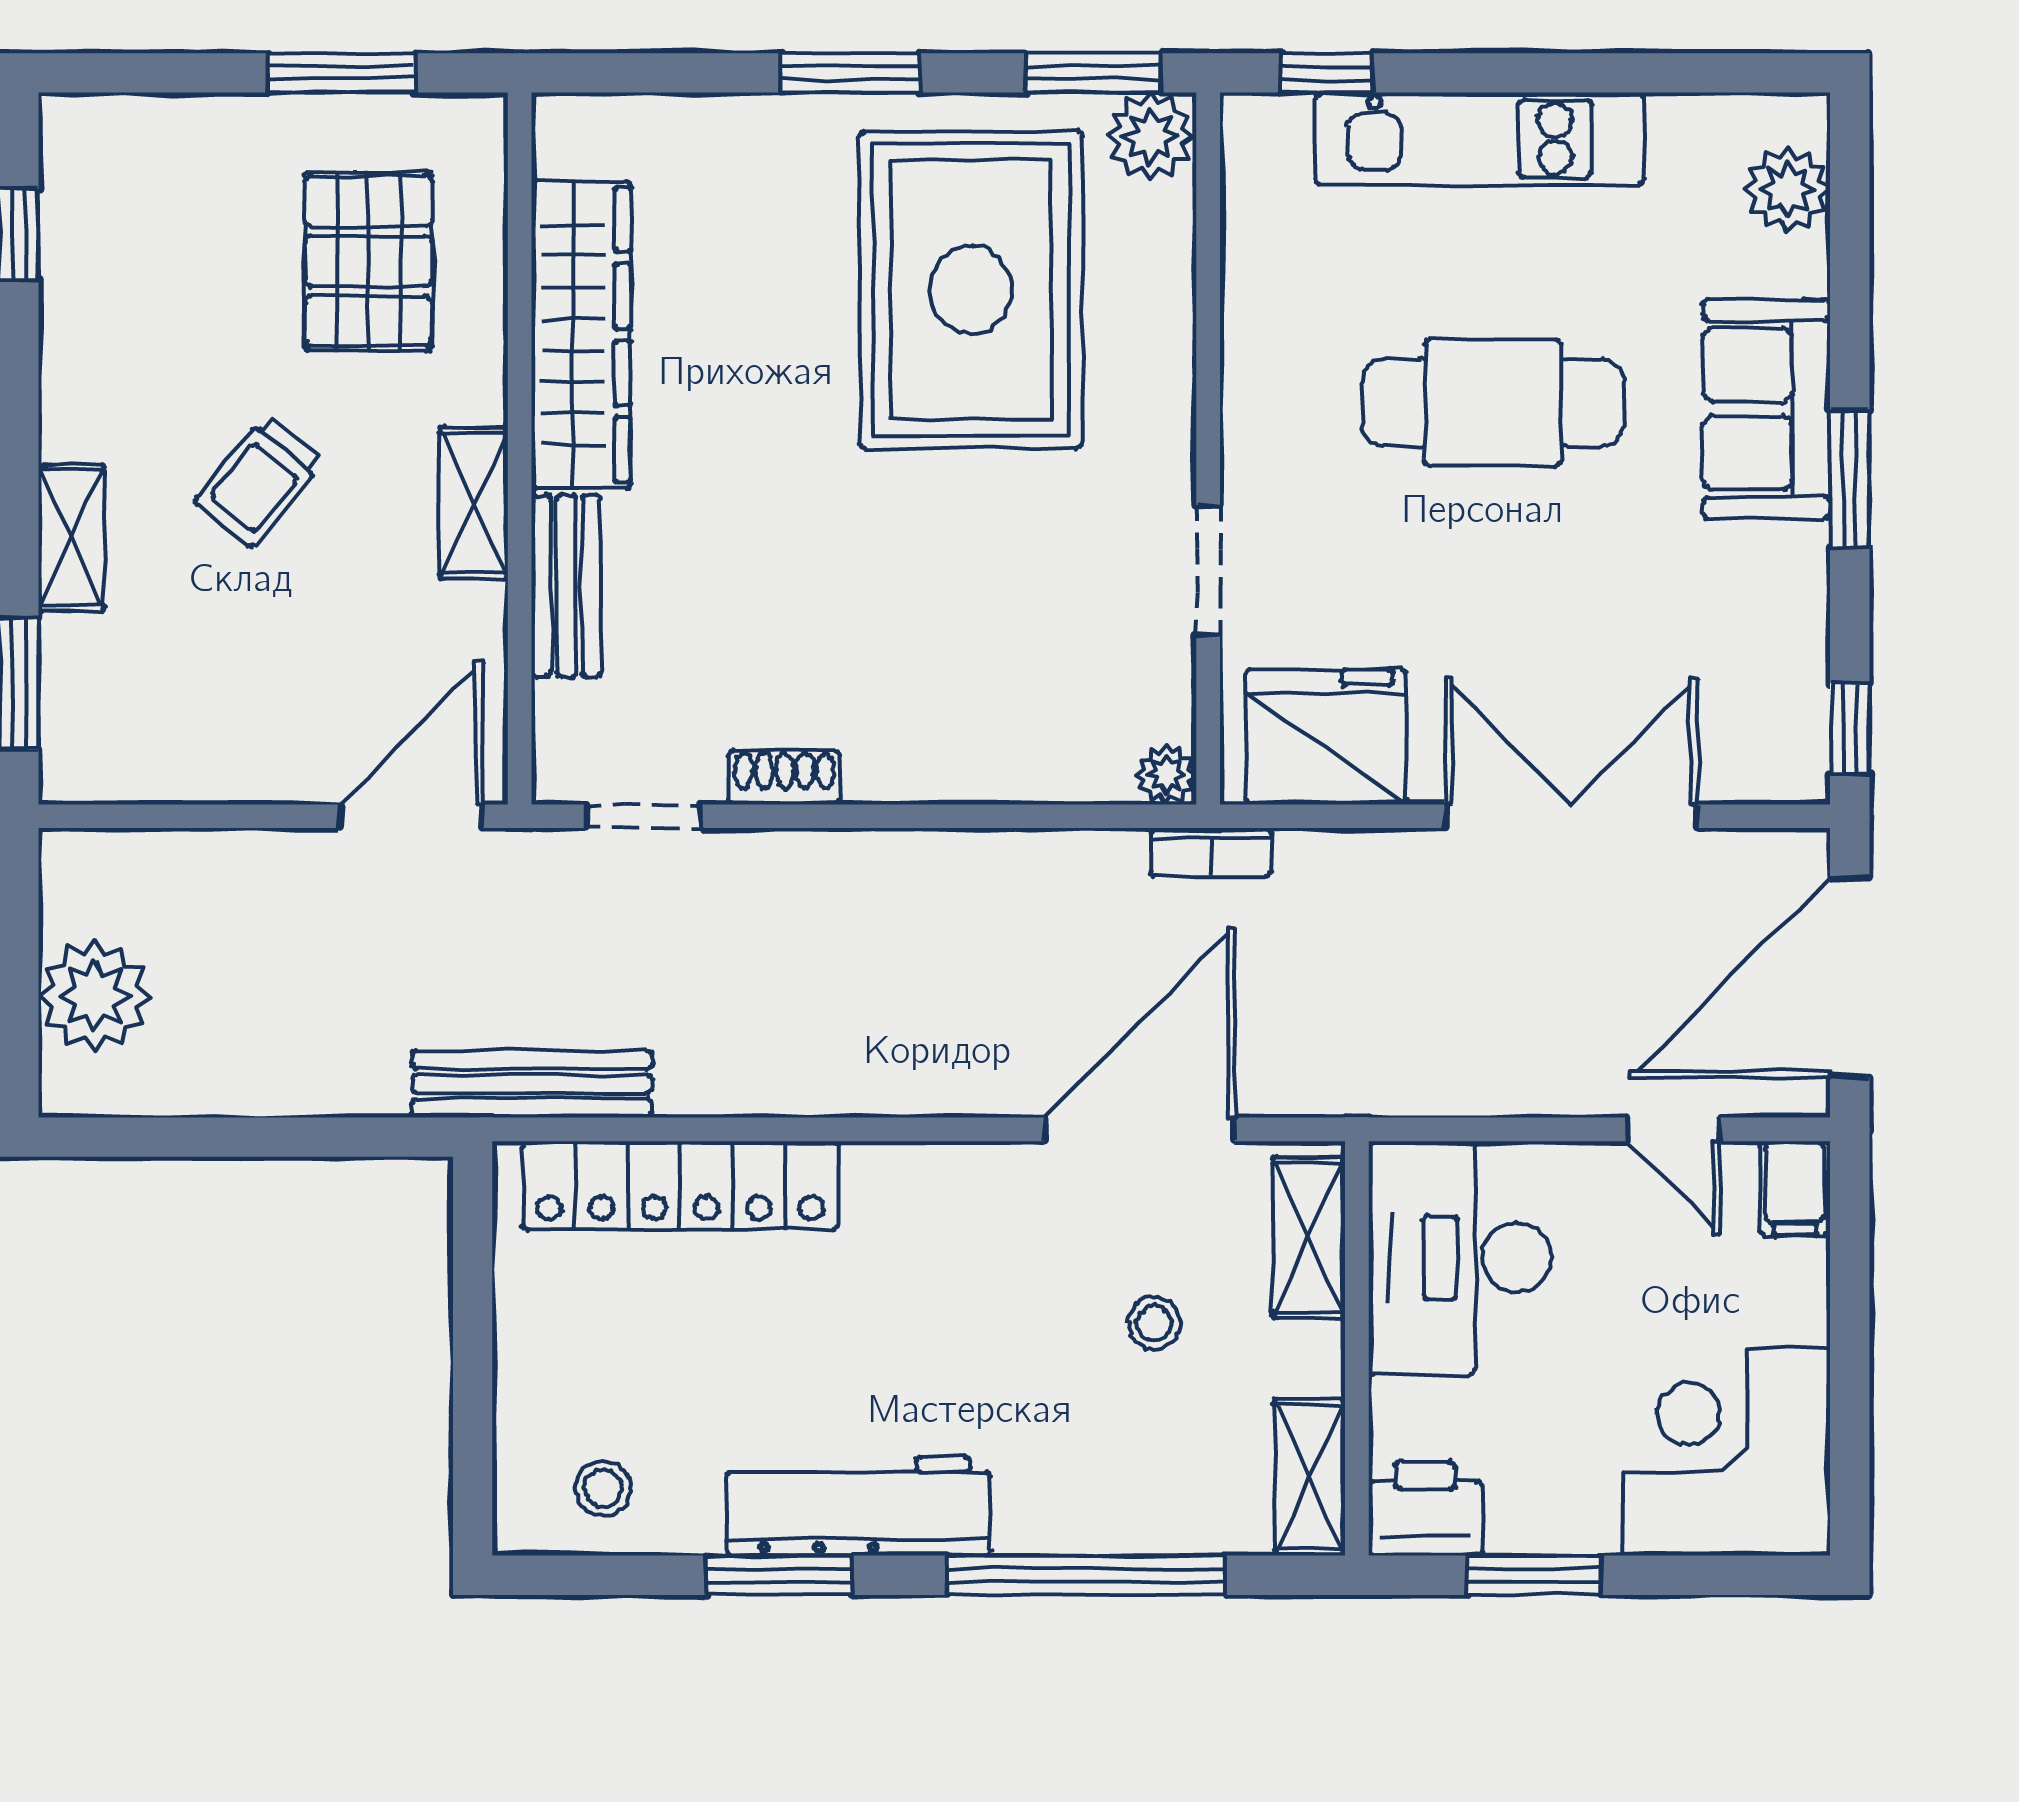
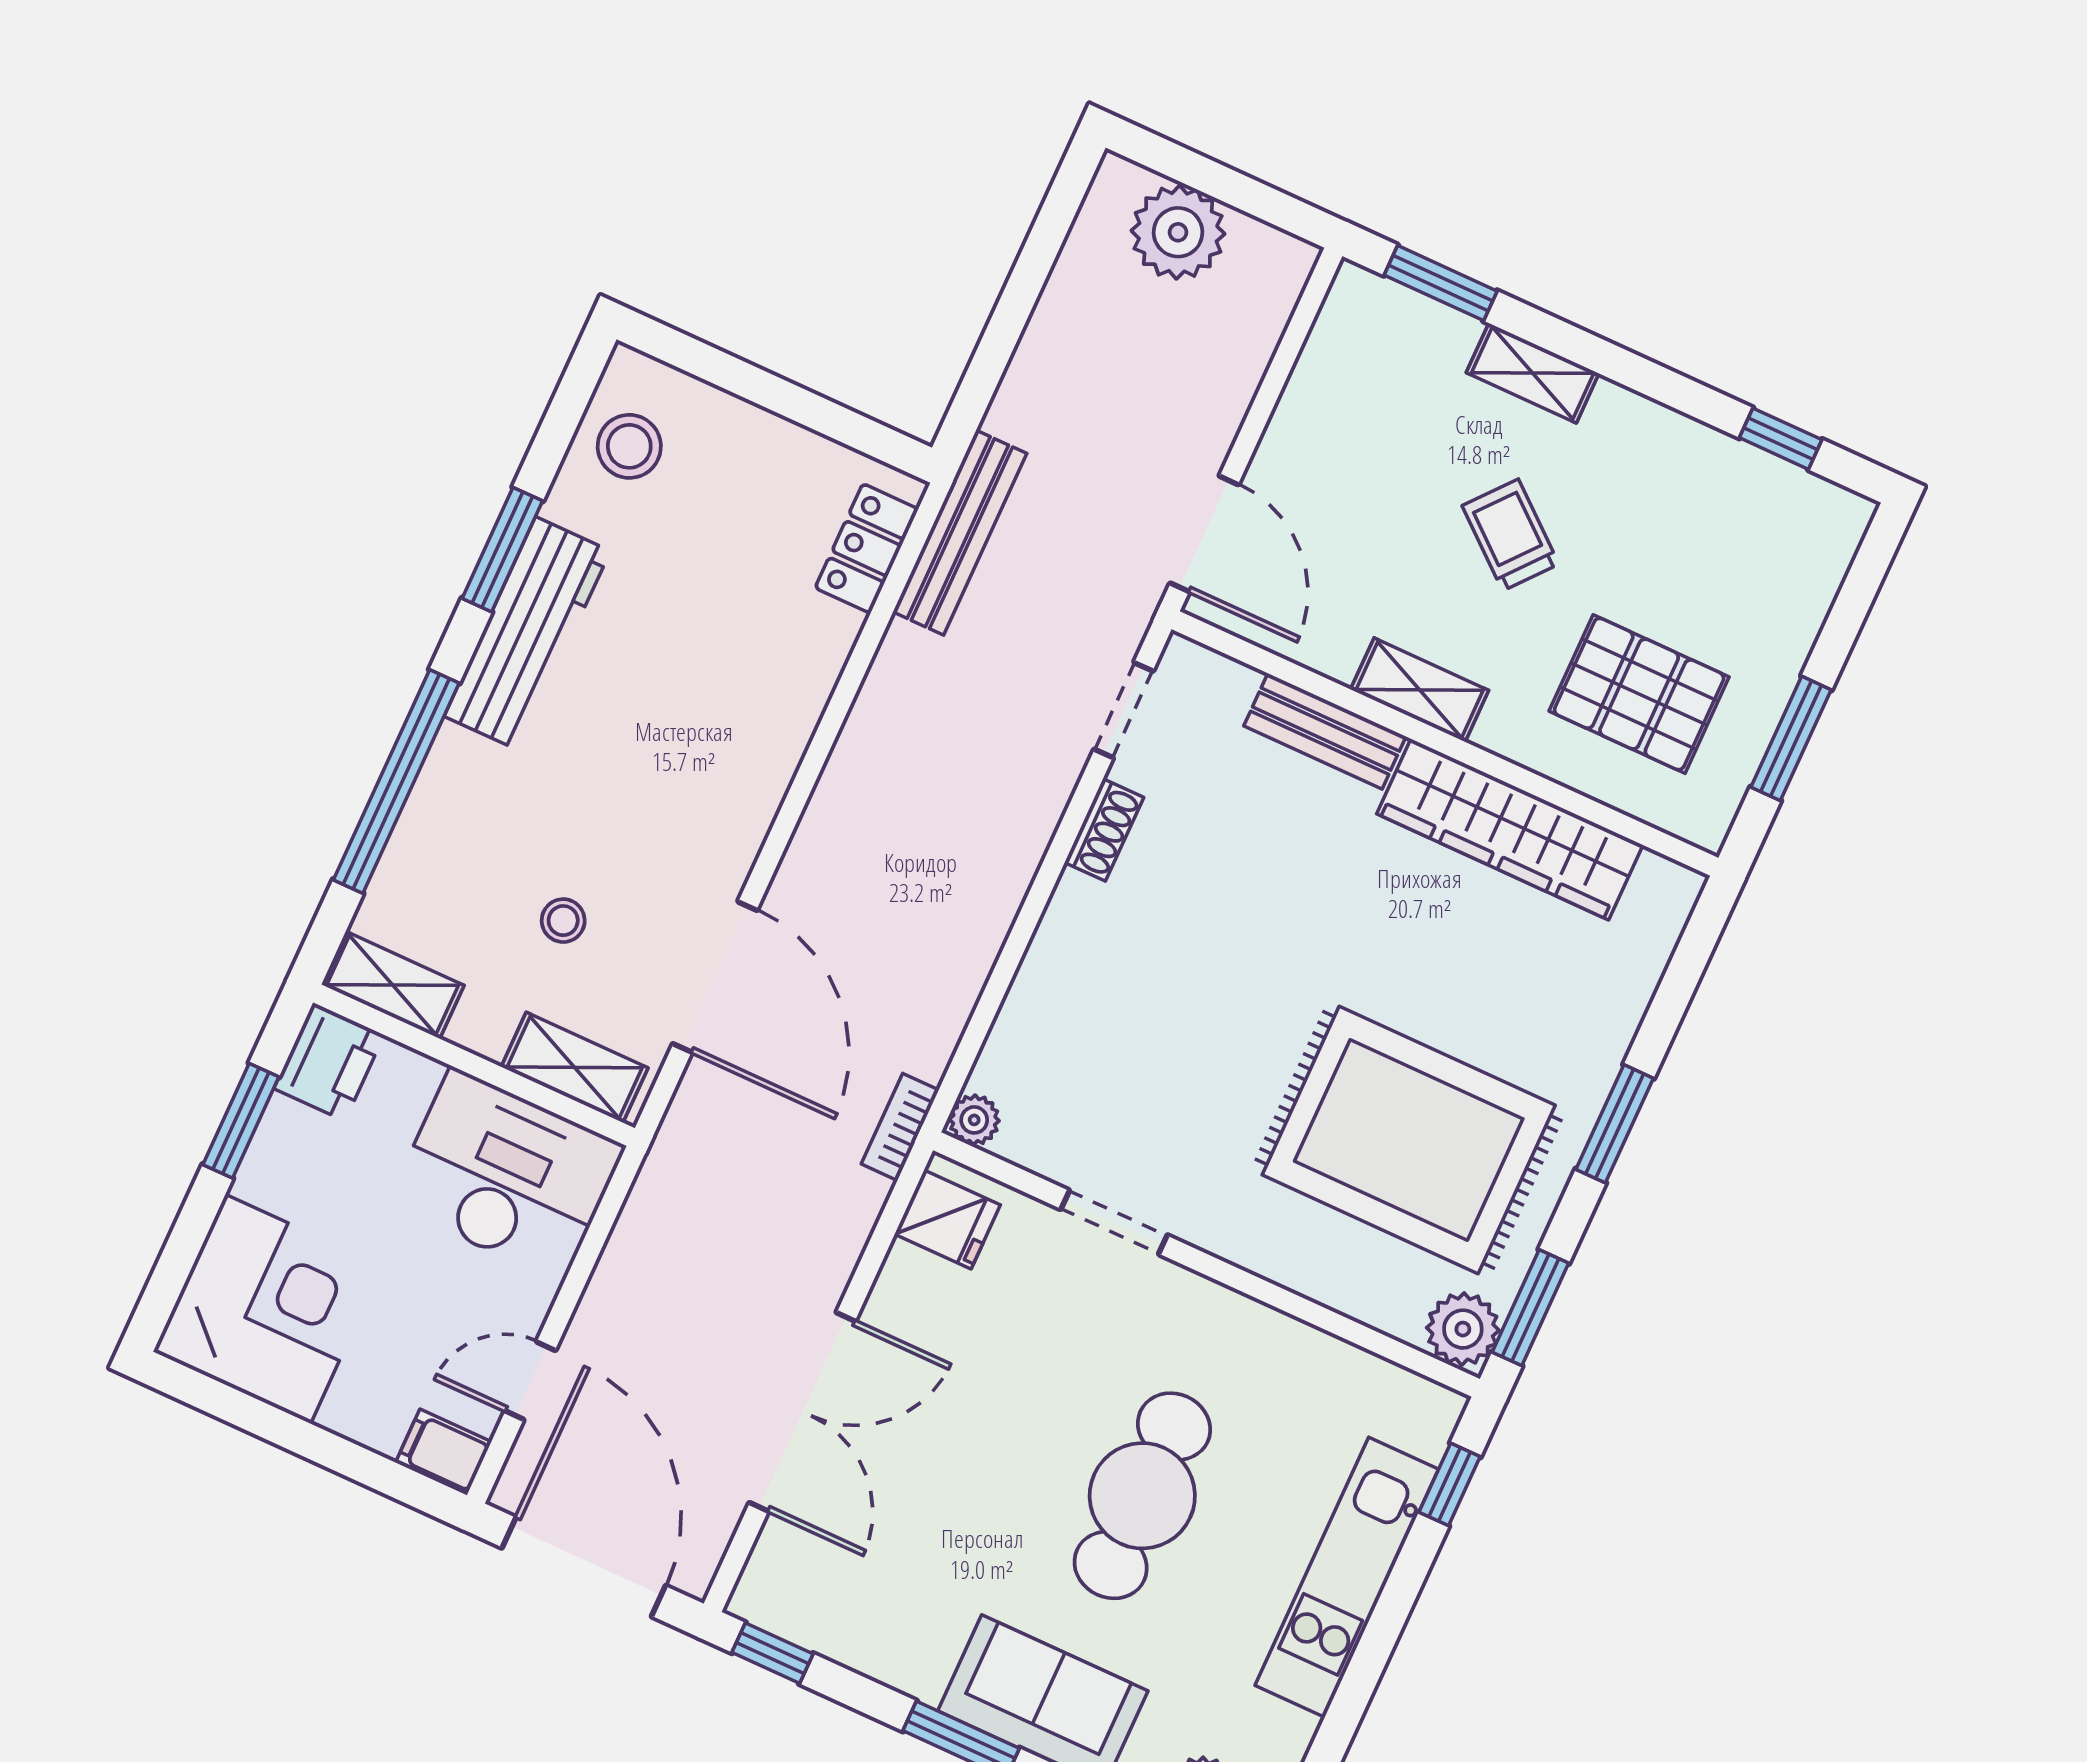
fridge: (1326, 737) -> (947, 1219), width x0.53, depth x0.75
locker: (680, 1186) -> (867, 548), width x0.46, depth x0.83
stool: (603, 1488) -> (629, 446), width x1.37, depth x1.37

